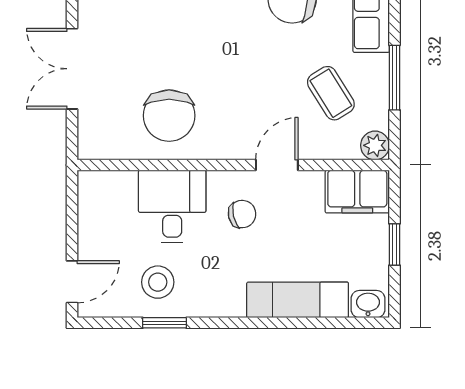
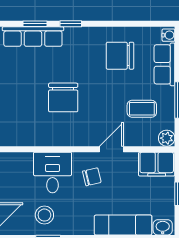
coffee table: (331, 93) -> (142, 109), turned -58
chair: (169, 116) -> (63, 97), moved

